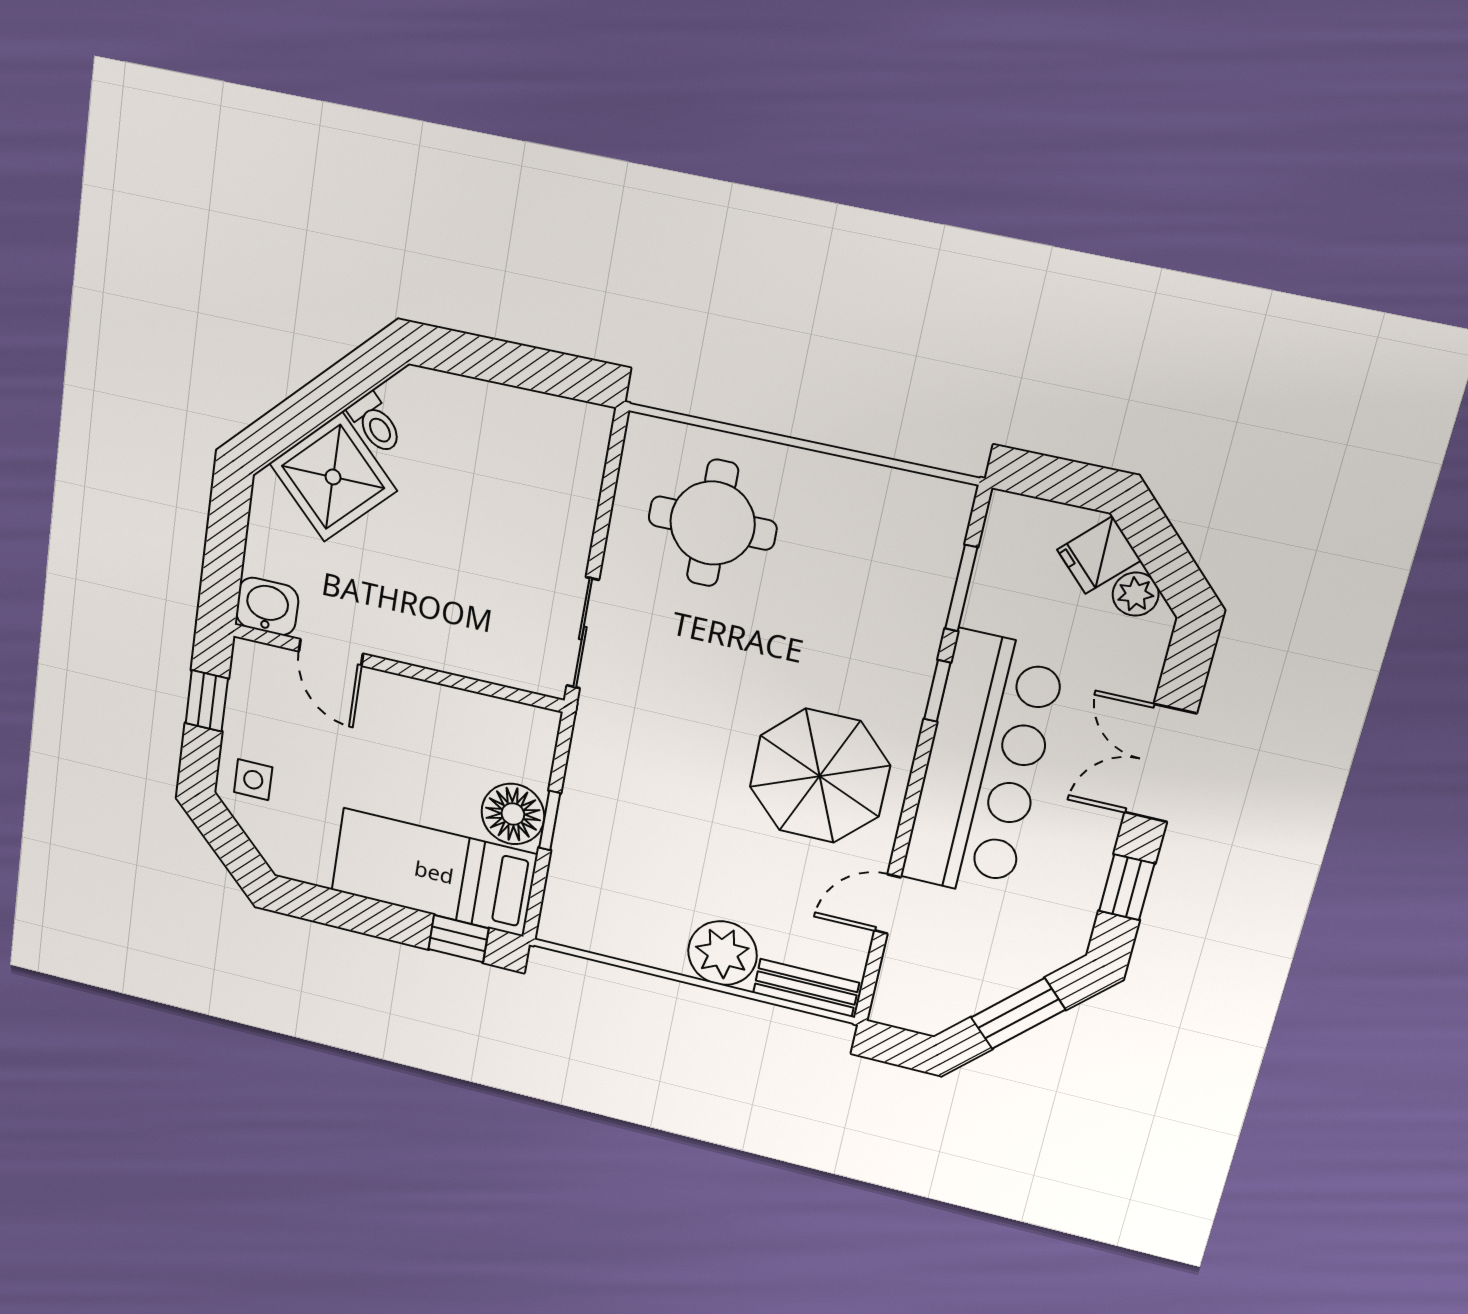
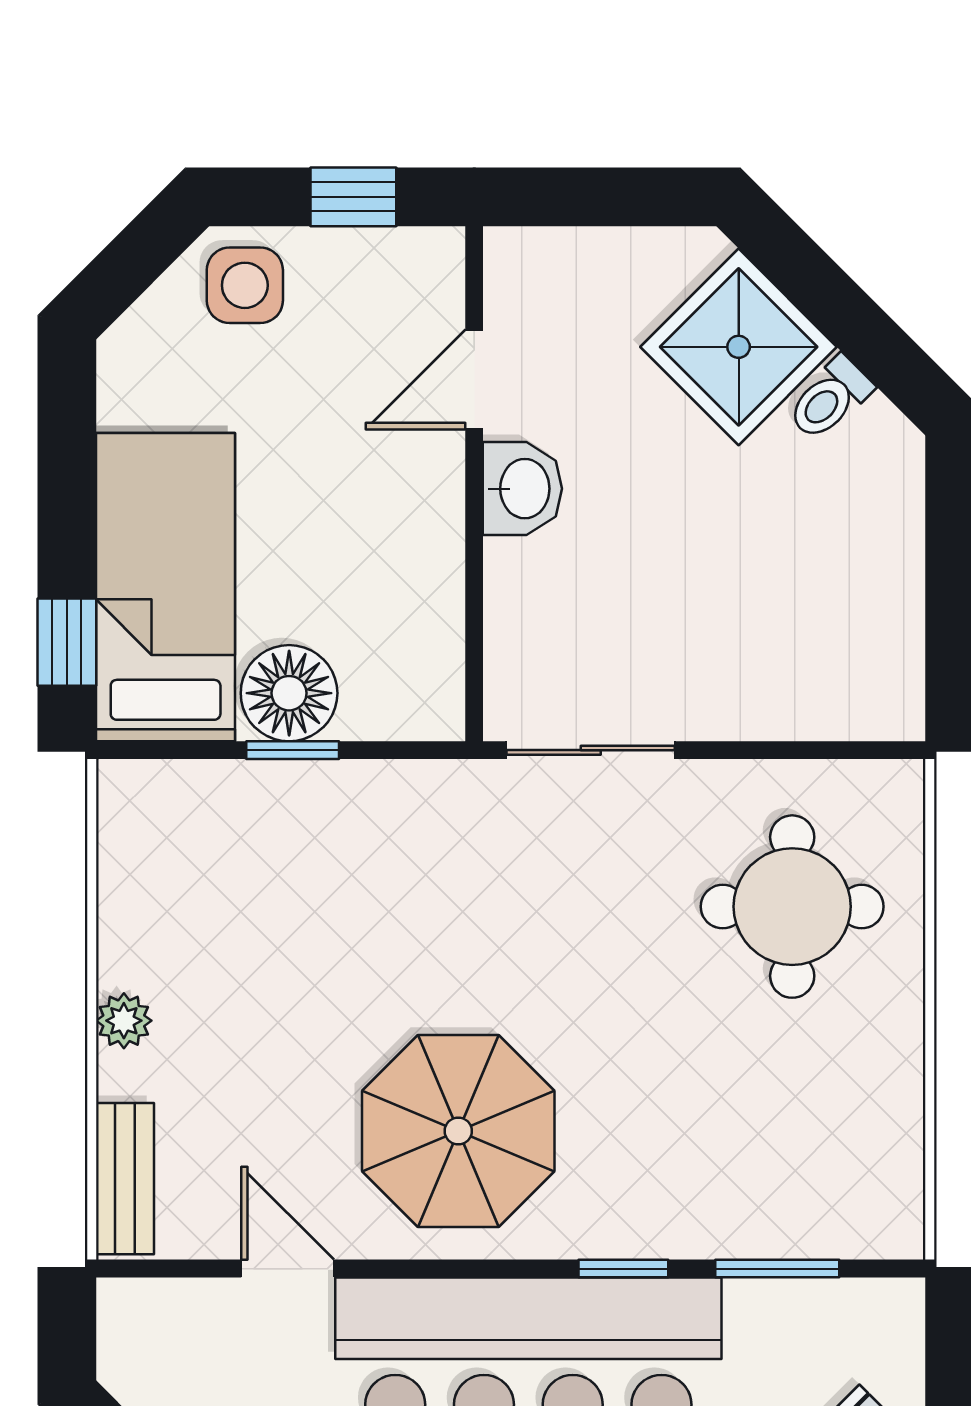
washbasin: (267, 606) -> (522, 489), moved
side table: (253, 780) -> (245, 285), width x1.37, depth x1.37
plant: (722, 953) -> (124, 1021), width x0.53, depth x0.53

